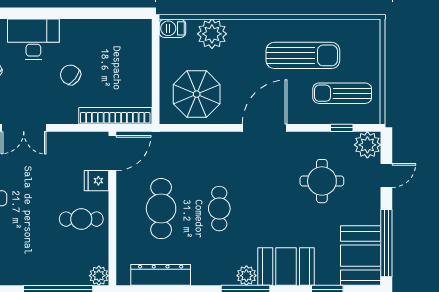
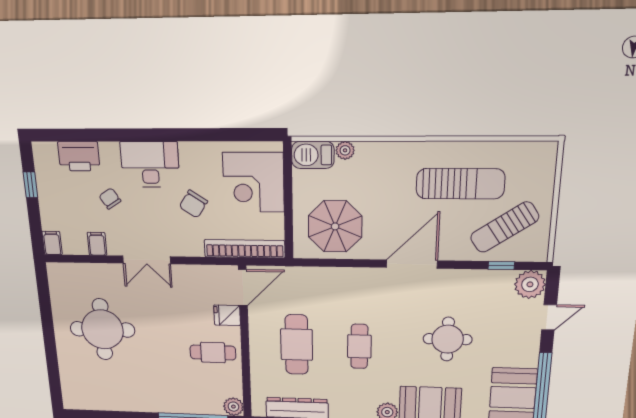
barbecue: (172, 28) -> (313, 155), width x1.38, depth x1.27
plant: (212, 34) -> (345, 150), width x0.53, depth x0.53
corner desk: (125, 55) -> (254, 182), added
chair: (70, 75) -> (193, 204), turned -95
sun lounger: (342, 93) -> (505, 227), turned -34
round table: (322, 181) -> (448, 339), moved

